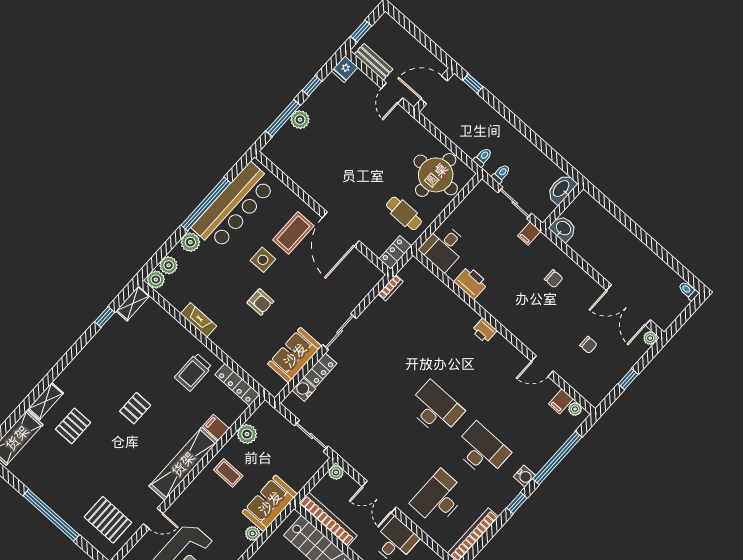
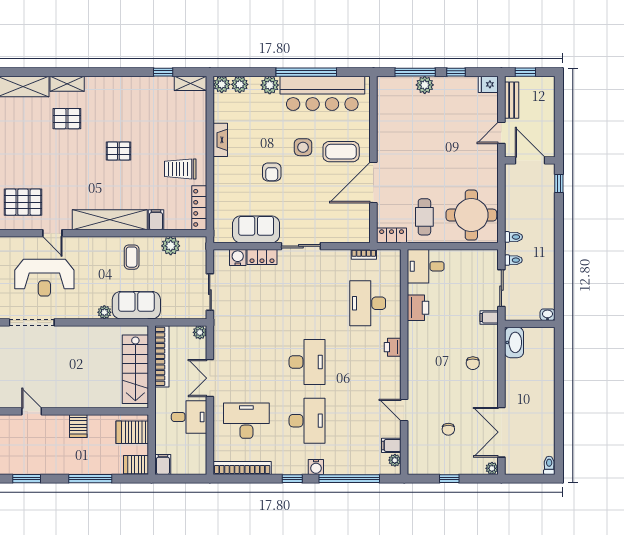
washbasin: (561, 189) -> (548, 315), width x0.52, depth x0.69
washbasin: (563, 229) -> (514, 342), width x1.38
desk: (432, 319) -> (368, 303), added
pallet: (108, 520) -> (23, 202), turned 90

